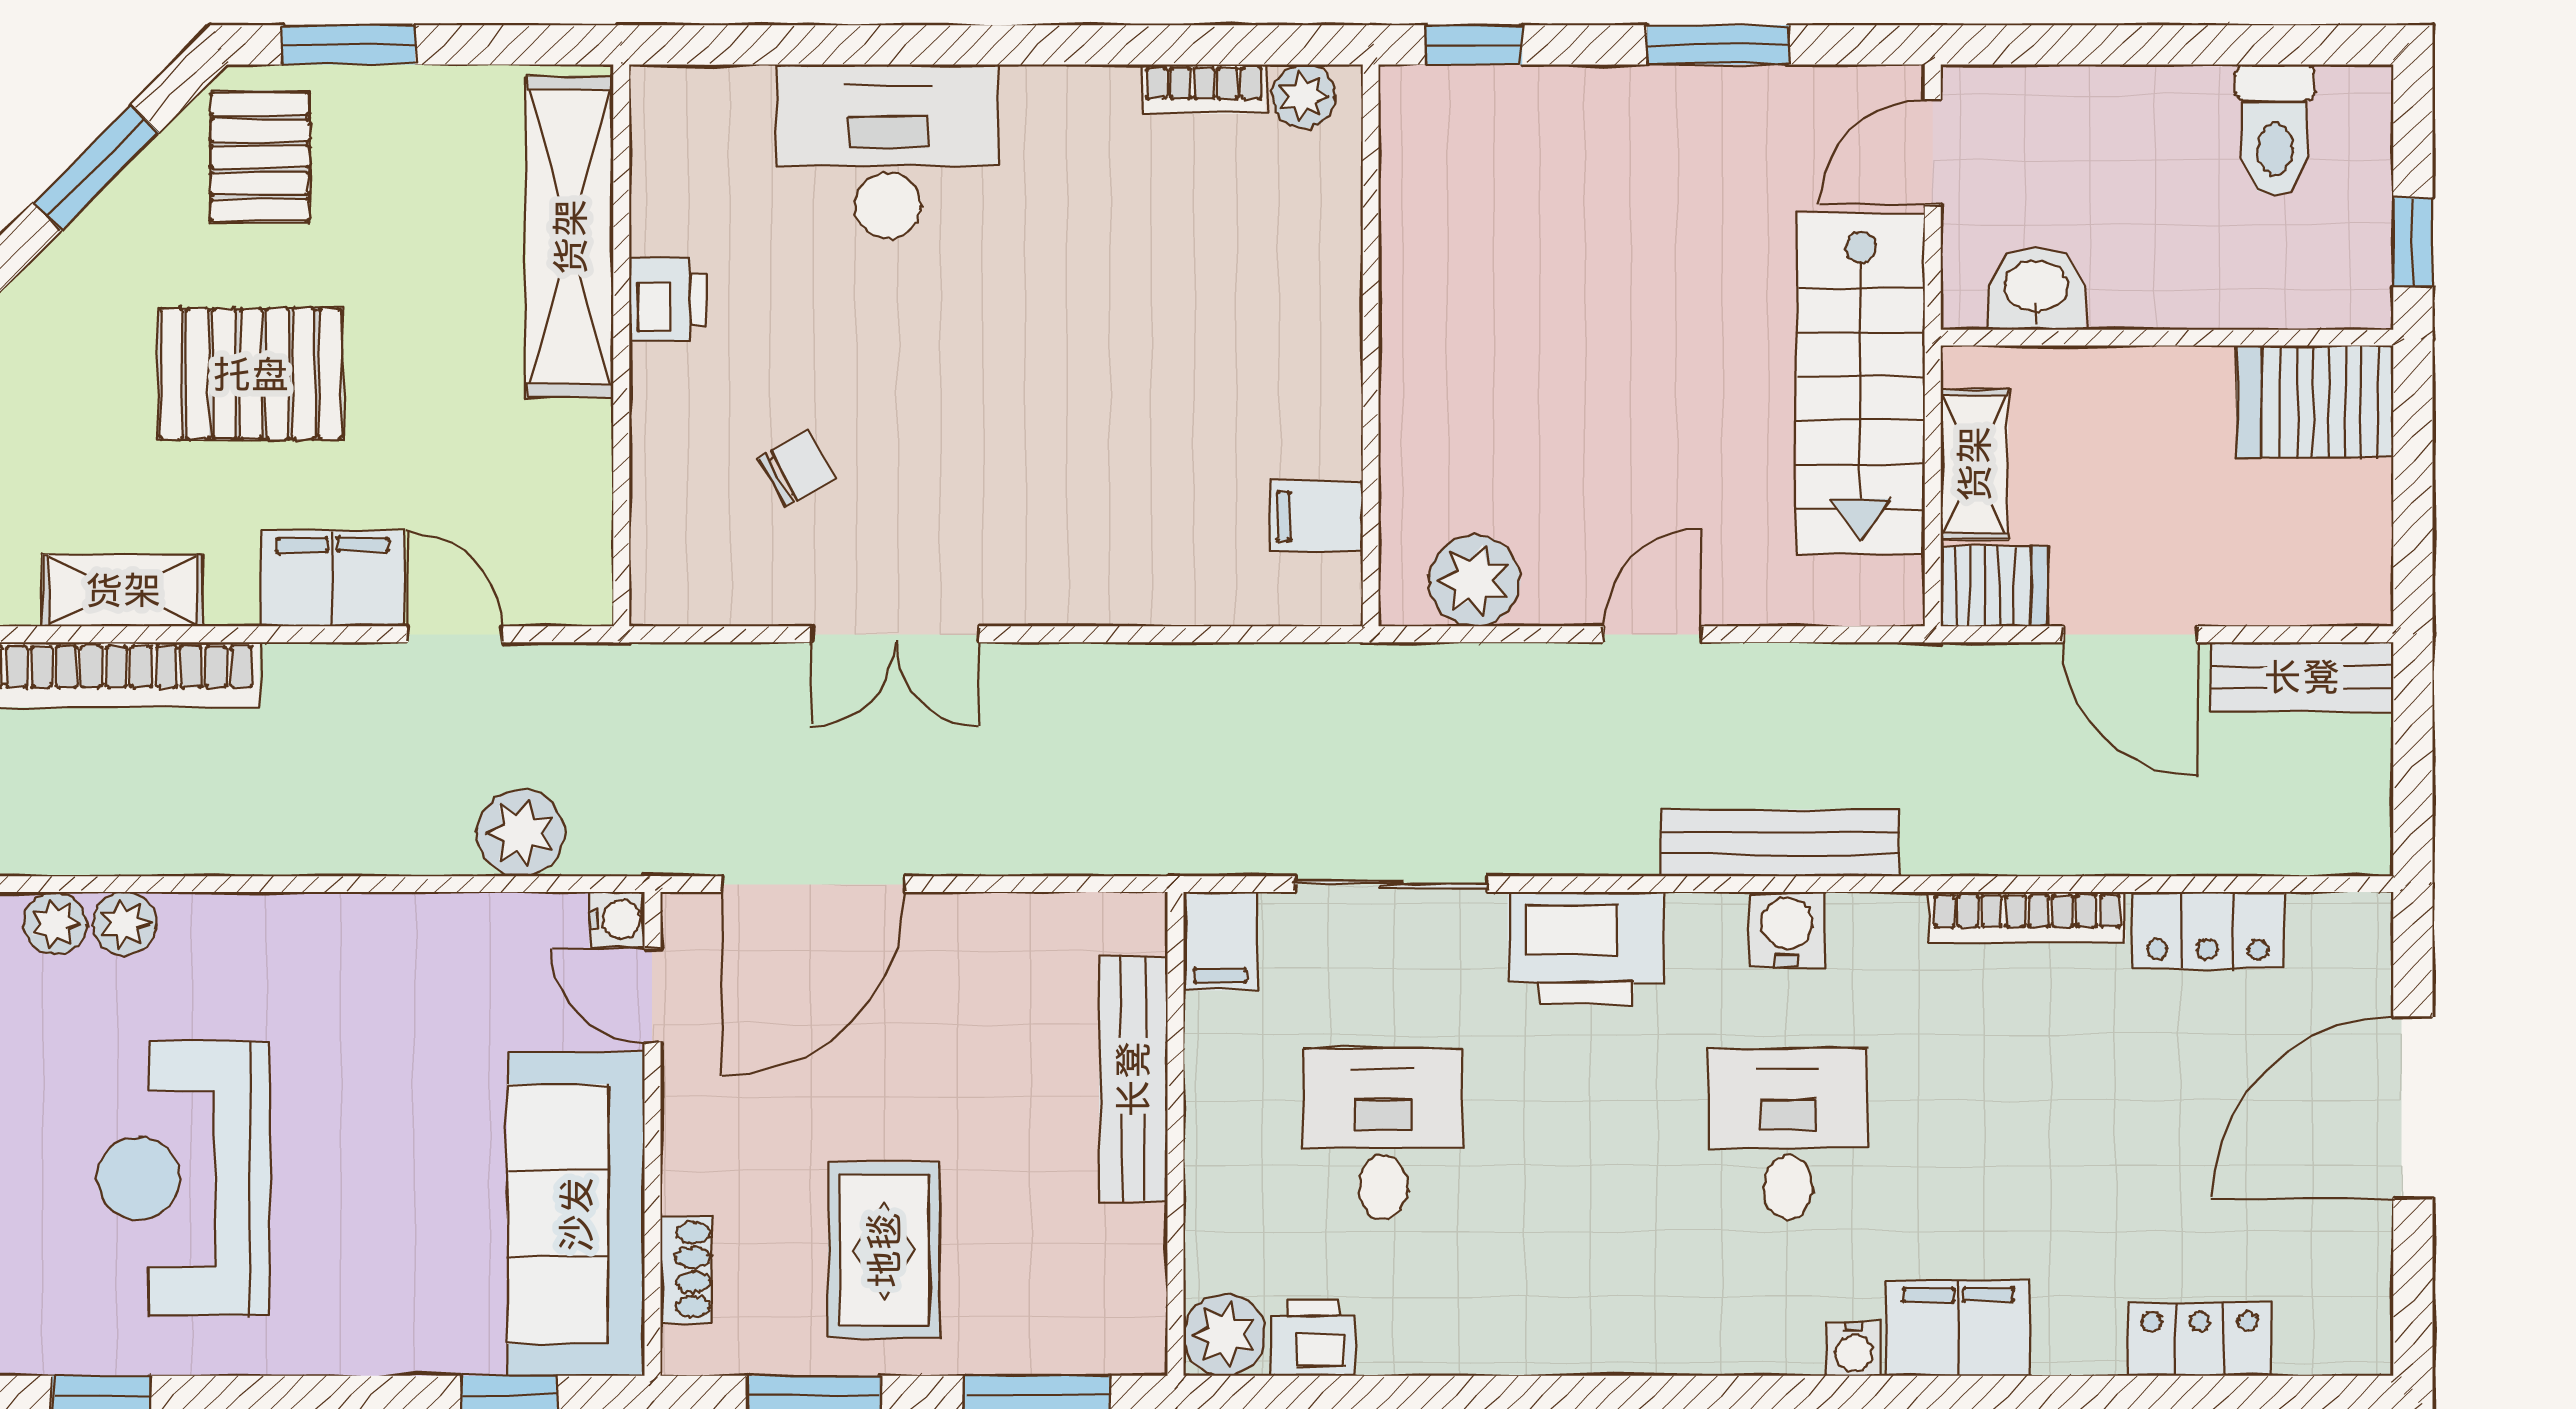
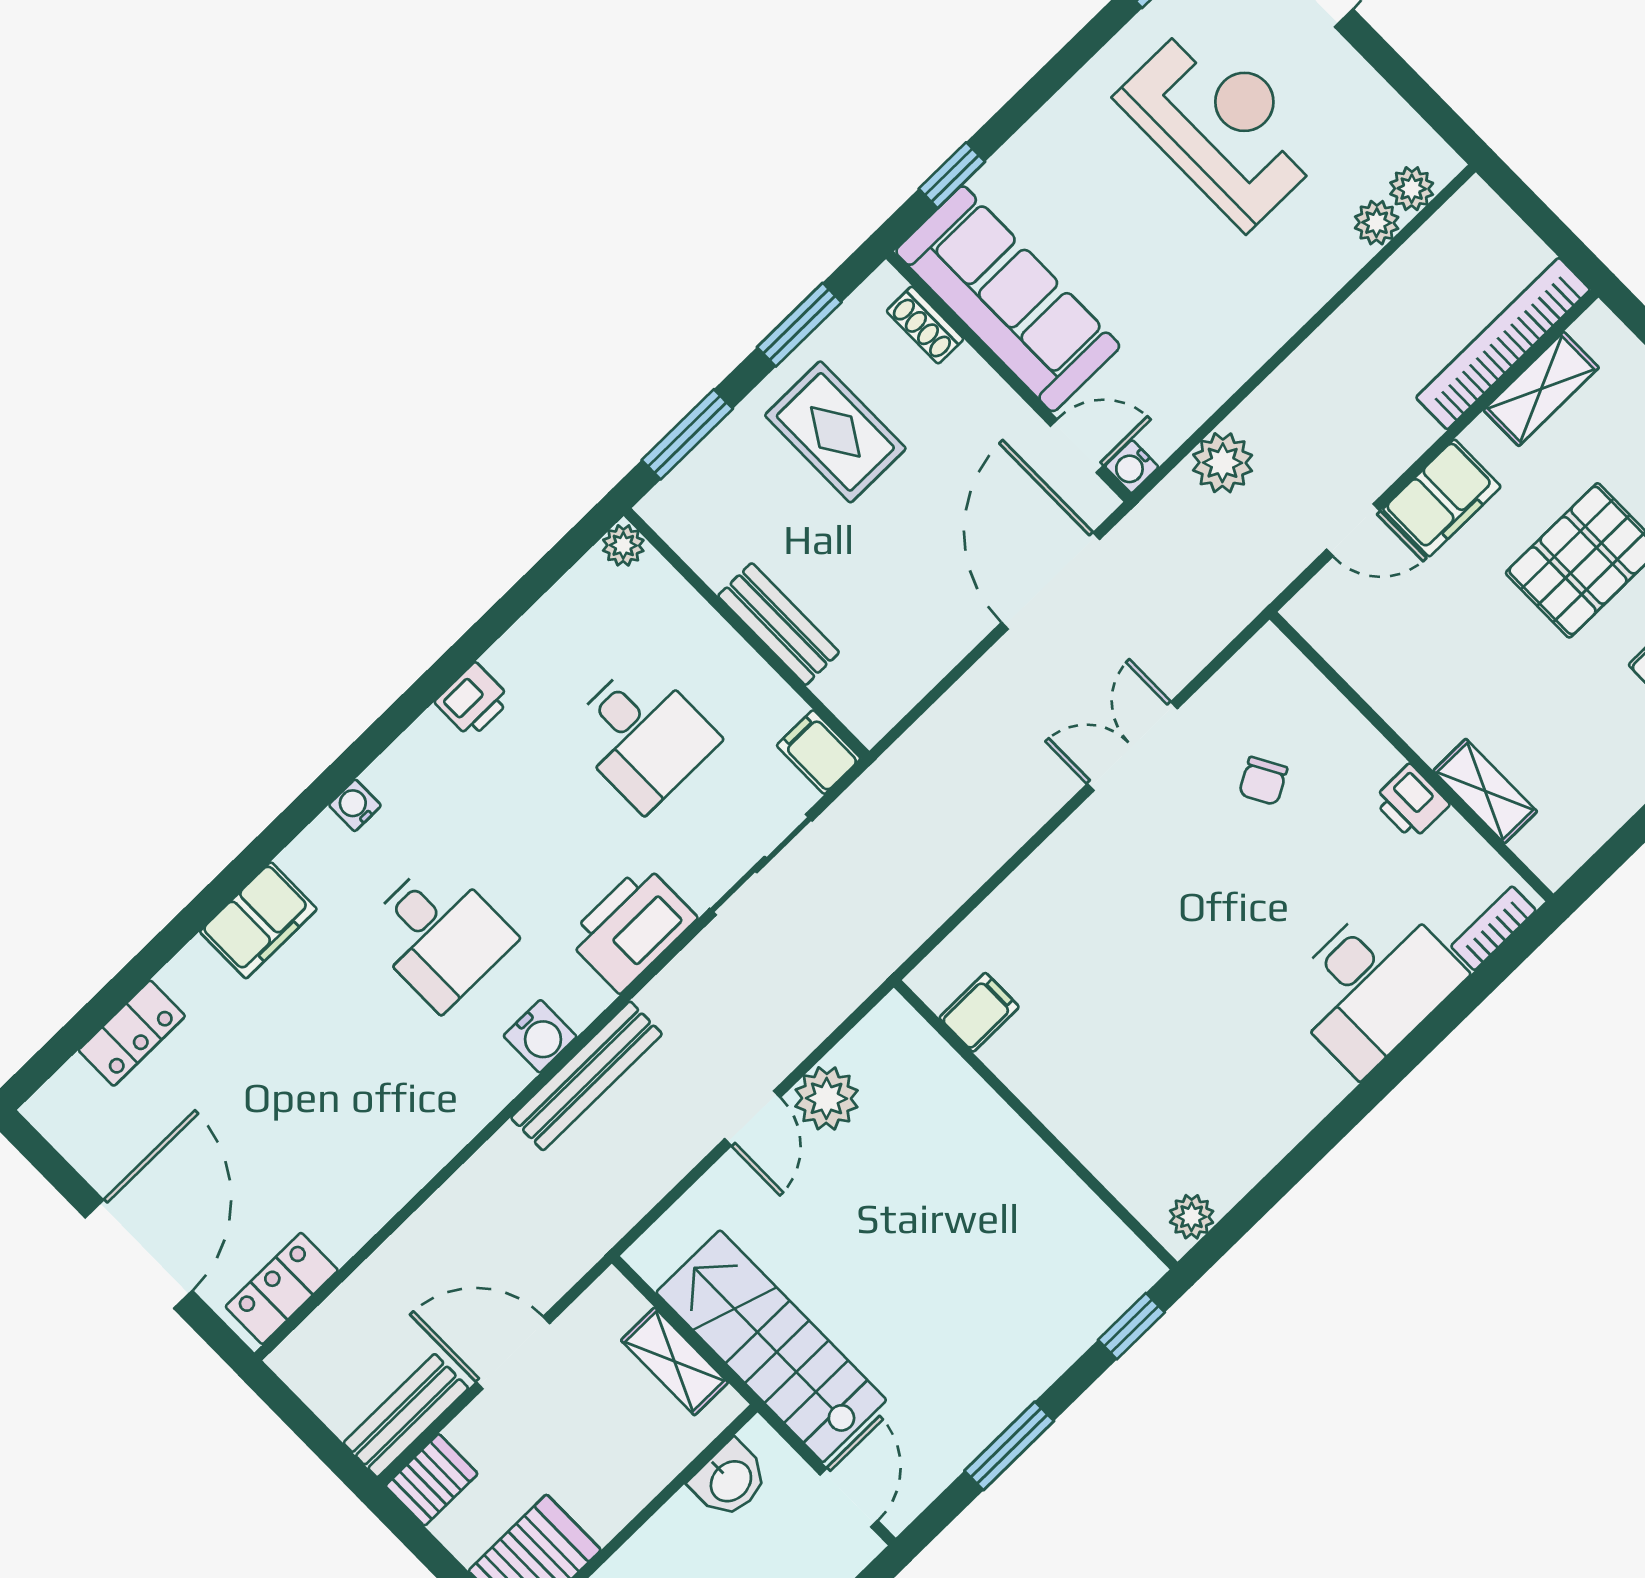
bookcase: (1204, 89) -> (1493, 928), moved
shelving: (570, 237) -> (1485, 791), width x0.45, depth x0.75
plant: (1475, 581) -> (827, 1098), moved
server rack: (1994, 586) -> (432, 1480), moved, turned 180
bookcase: (2027, 917) -> (426, 1160), removed
locker: (2208, 930) -> (282, 1288), moved
bench: (1133, 1079) -> (779, 624), width x0.73
plant: (1224, 1335) -> (623, 545), width x0.73, depth x0.73
printer: (1313, 1338) -> (473, 701), moved
water cooler: (1854, 1349) -> (355, 805), moved

